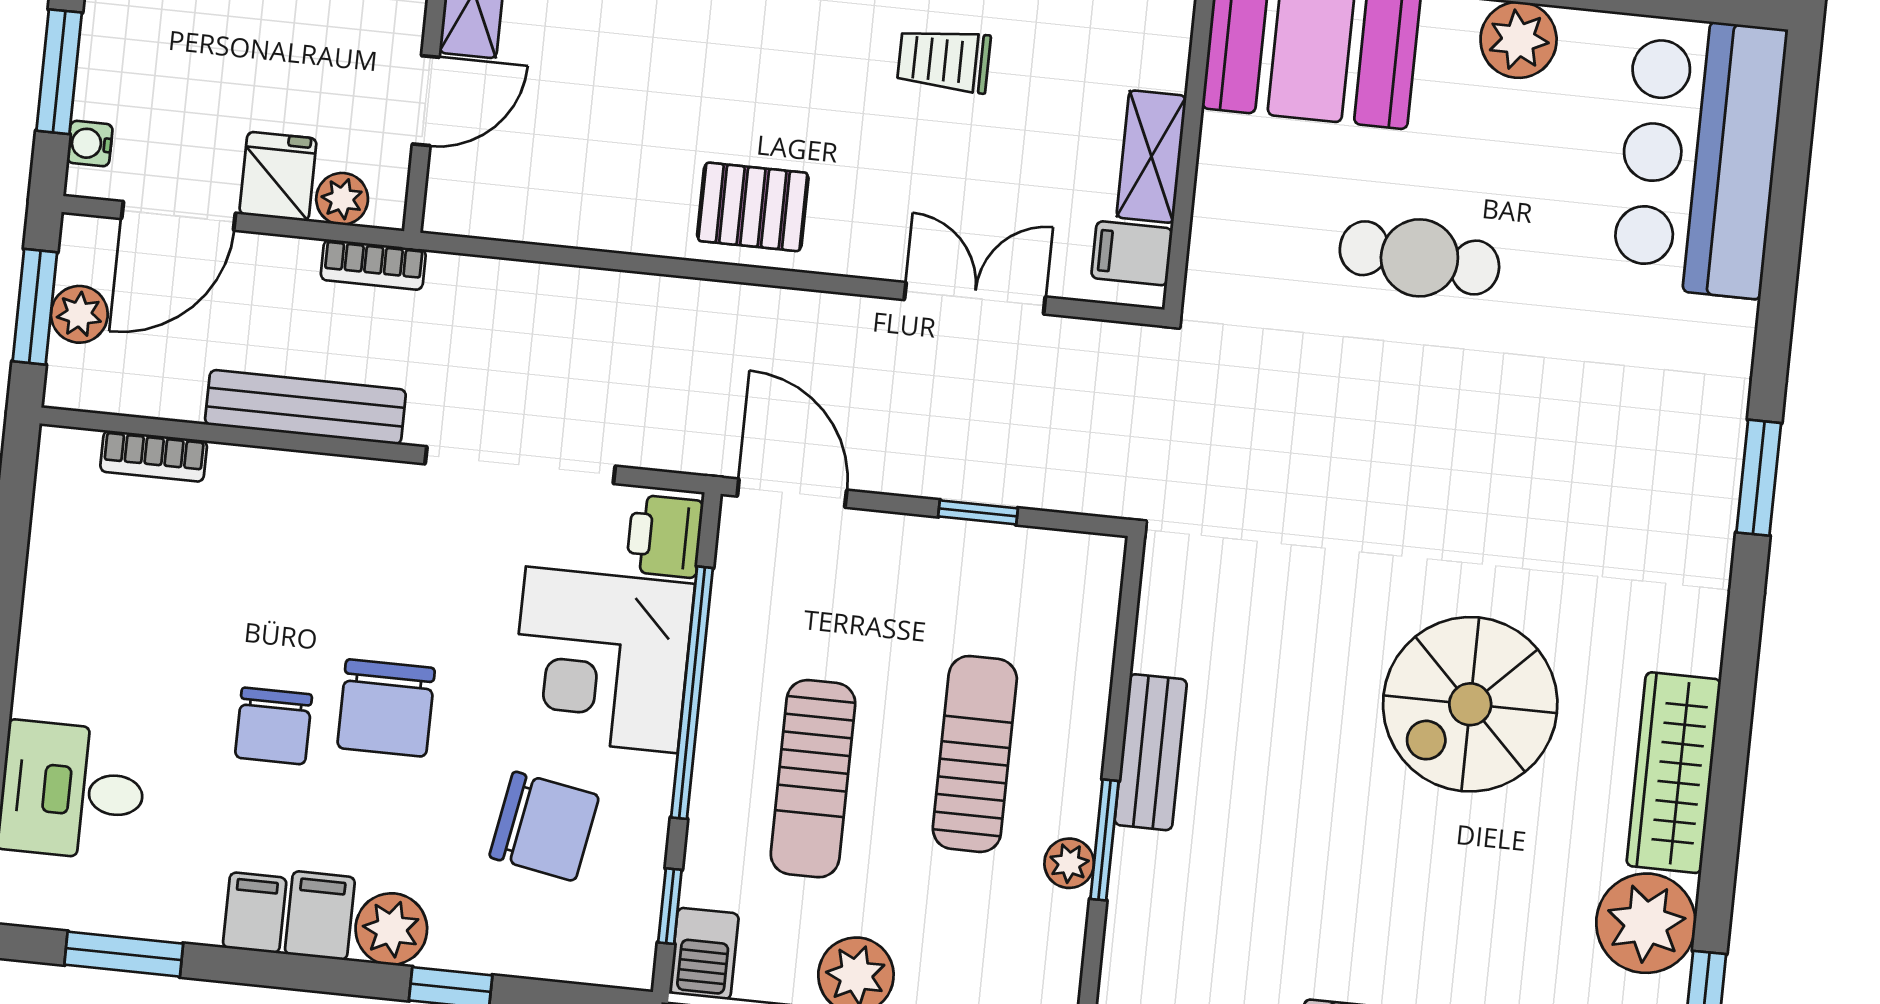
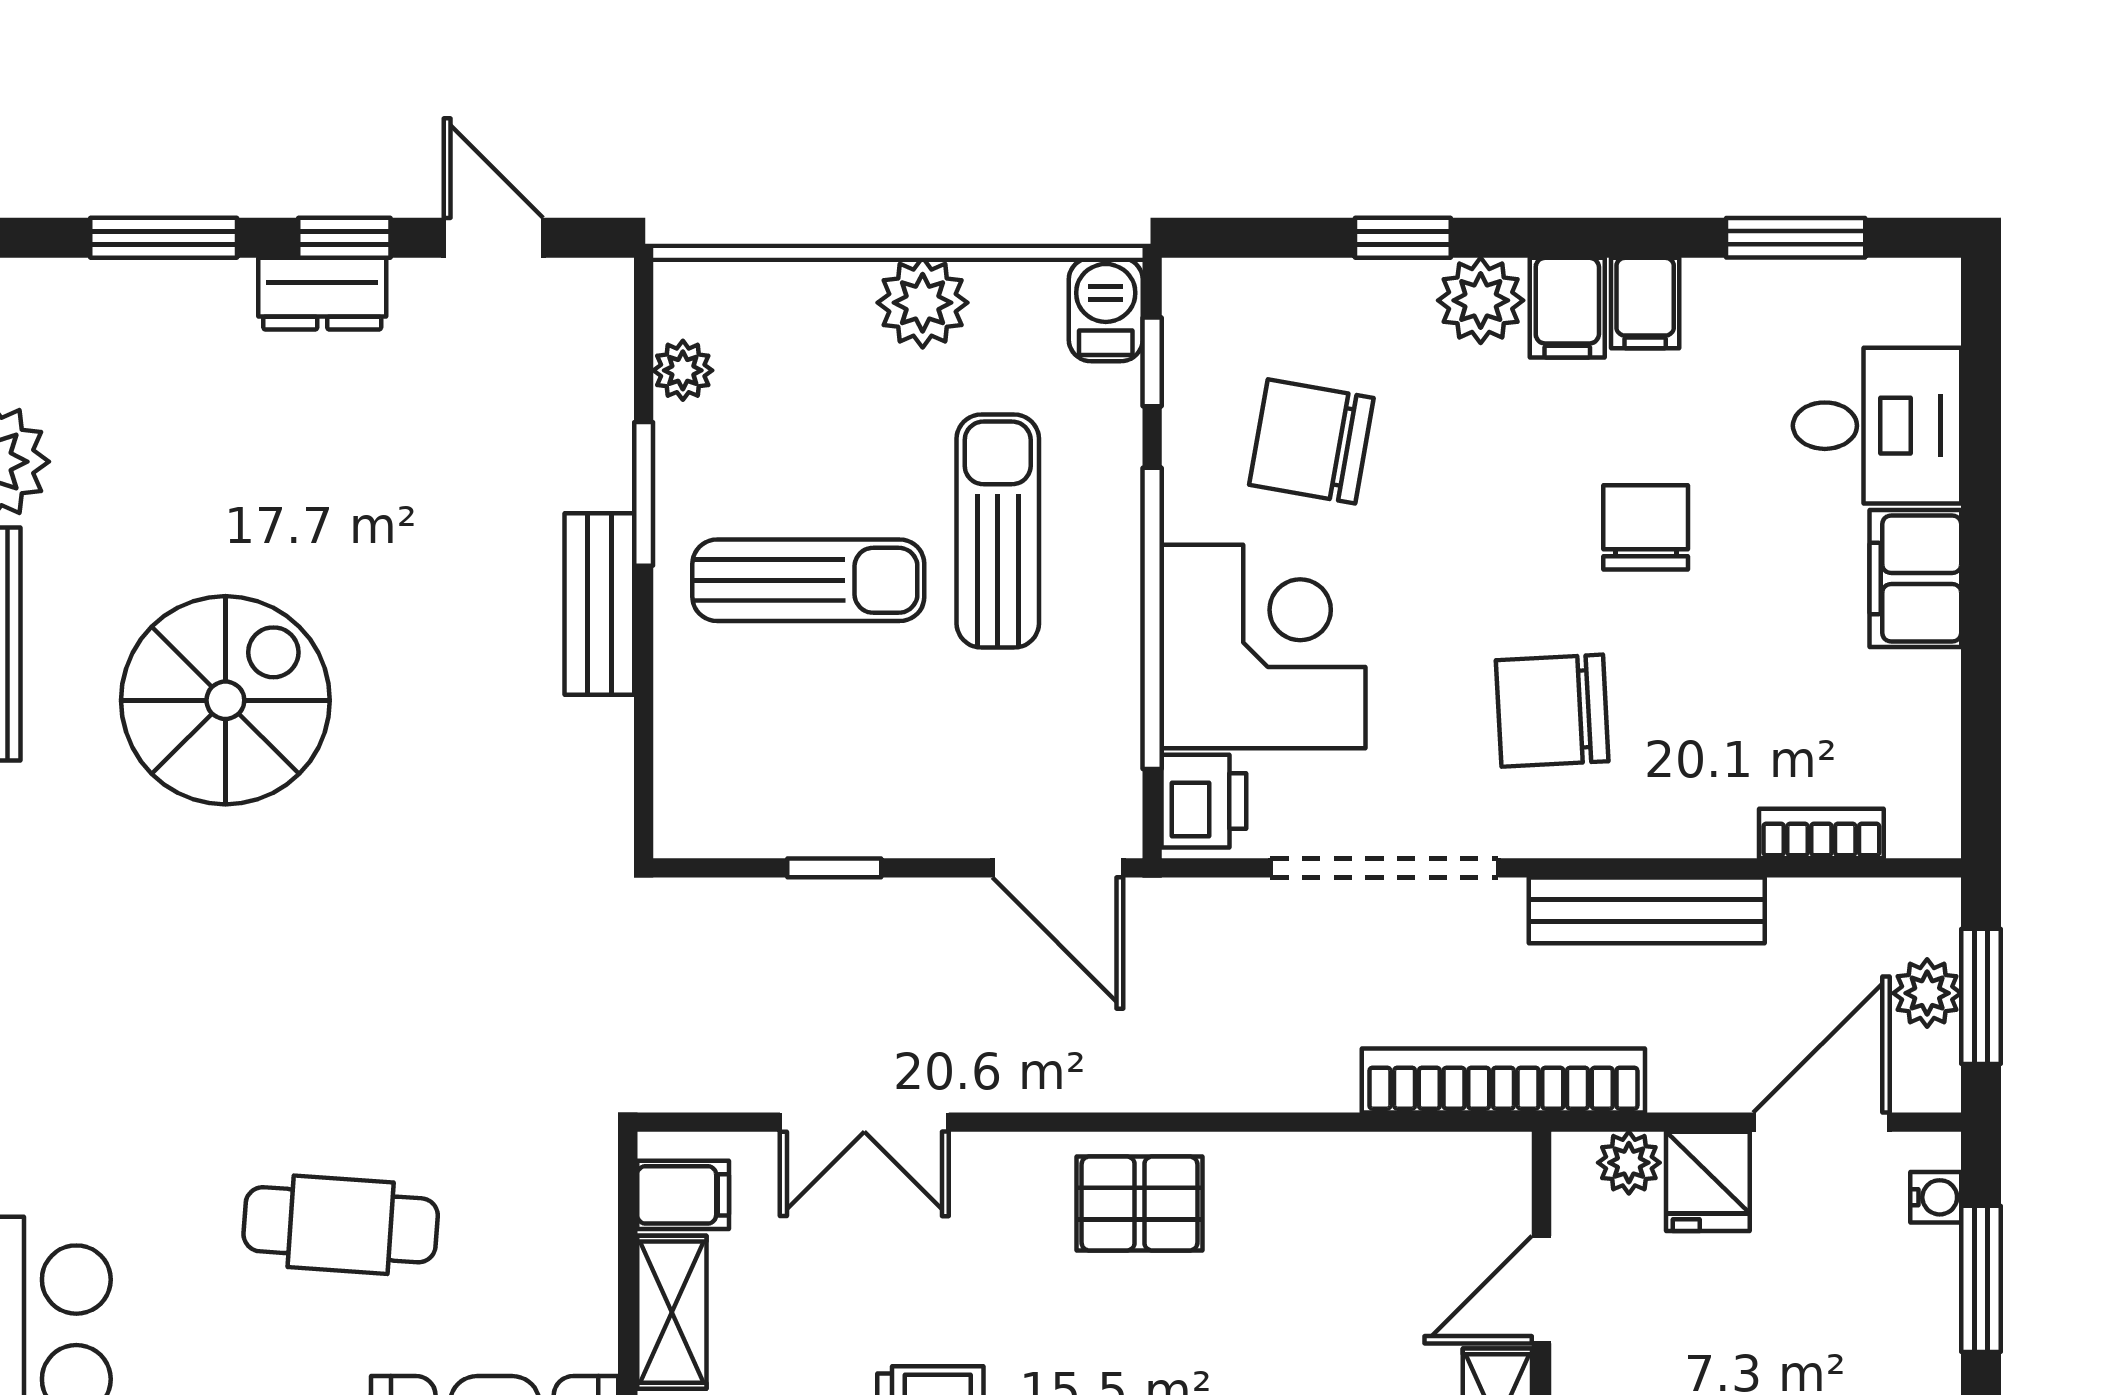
bookcase: (373, 265) -> (1503, 1080), width x2.31, depth x1.31
filing cabinet: (53, 660) -> (1915, 578), added
chair: (386, 708) -> (1552, 711), moved, turned -93
sun lounger: (975, 754) -> (808, 580), turned -90
plant: (1069, 863) -> (683, 370), moved

